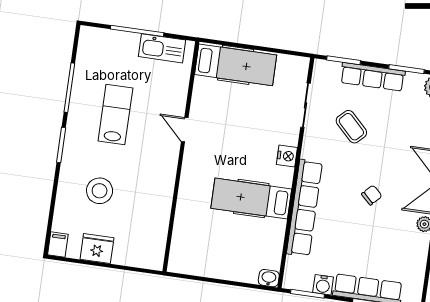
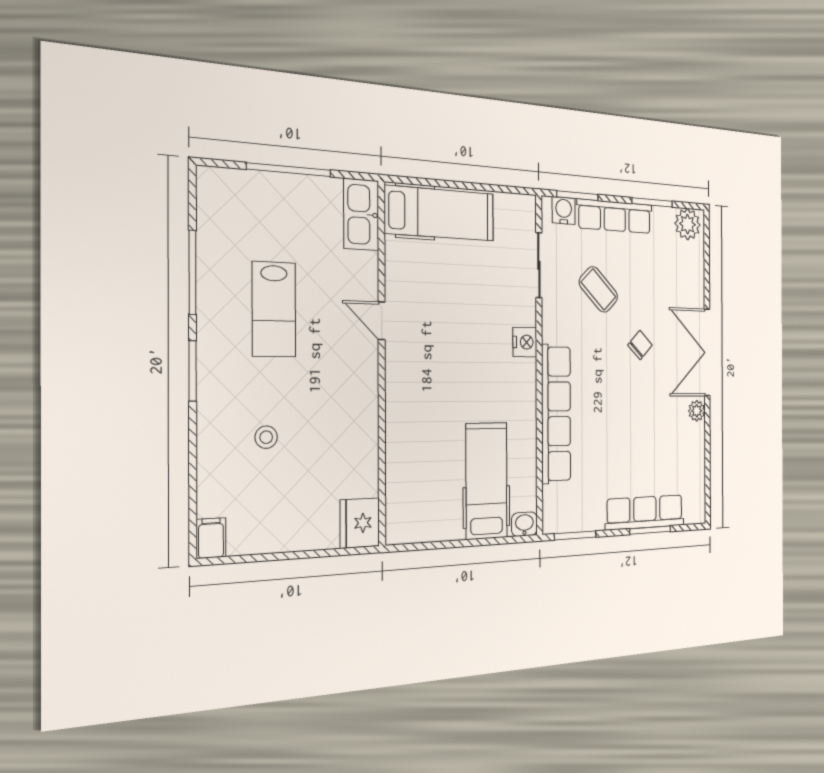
kitchen sink: (162, 48) -> (361, 215), moved, turned 90
lab bench: (115, 115) -> (274, 309), turned 180
stool: (100, 191) -> (266, 437), width x0.53, depth x0.53
chair: (372, 195) -> (640, 345), moved
hospital bed: (251, 199) -> (486, 481), moved, turned 90
fridge: (97, 249) -> (360, 523), moved, turned -90
water cooler: (323, 285) -> (564, 211), moved, turned 180

